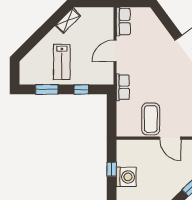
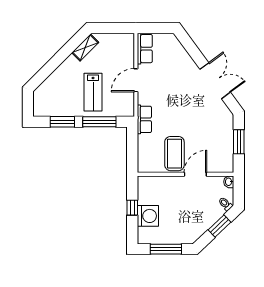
lab bench: (62, 62) -> (93, 92), moved
window: (81, 89) -> (99, 122), width x2.17
door: (170, 138) -> (195, 174), swing flipped

